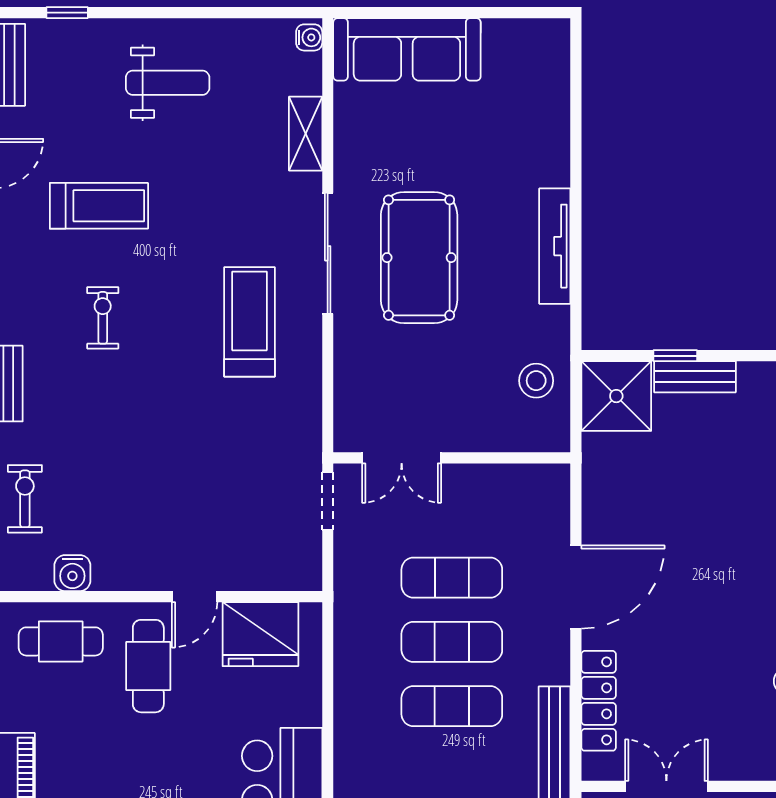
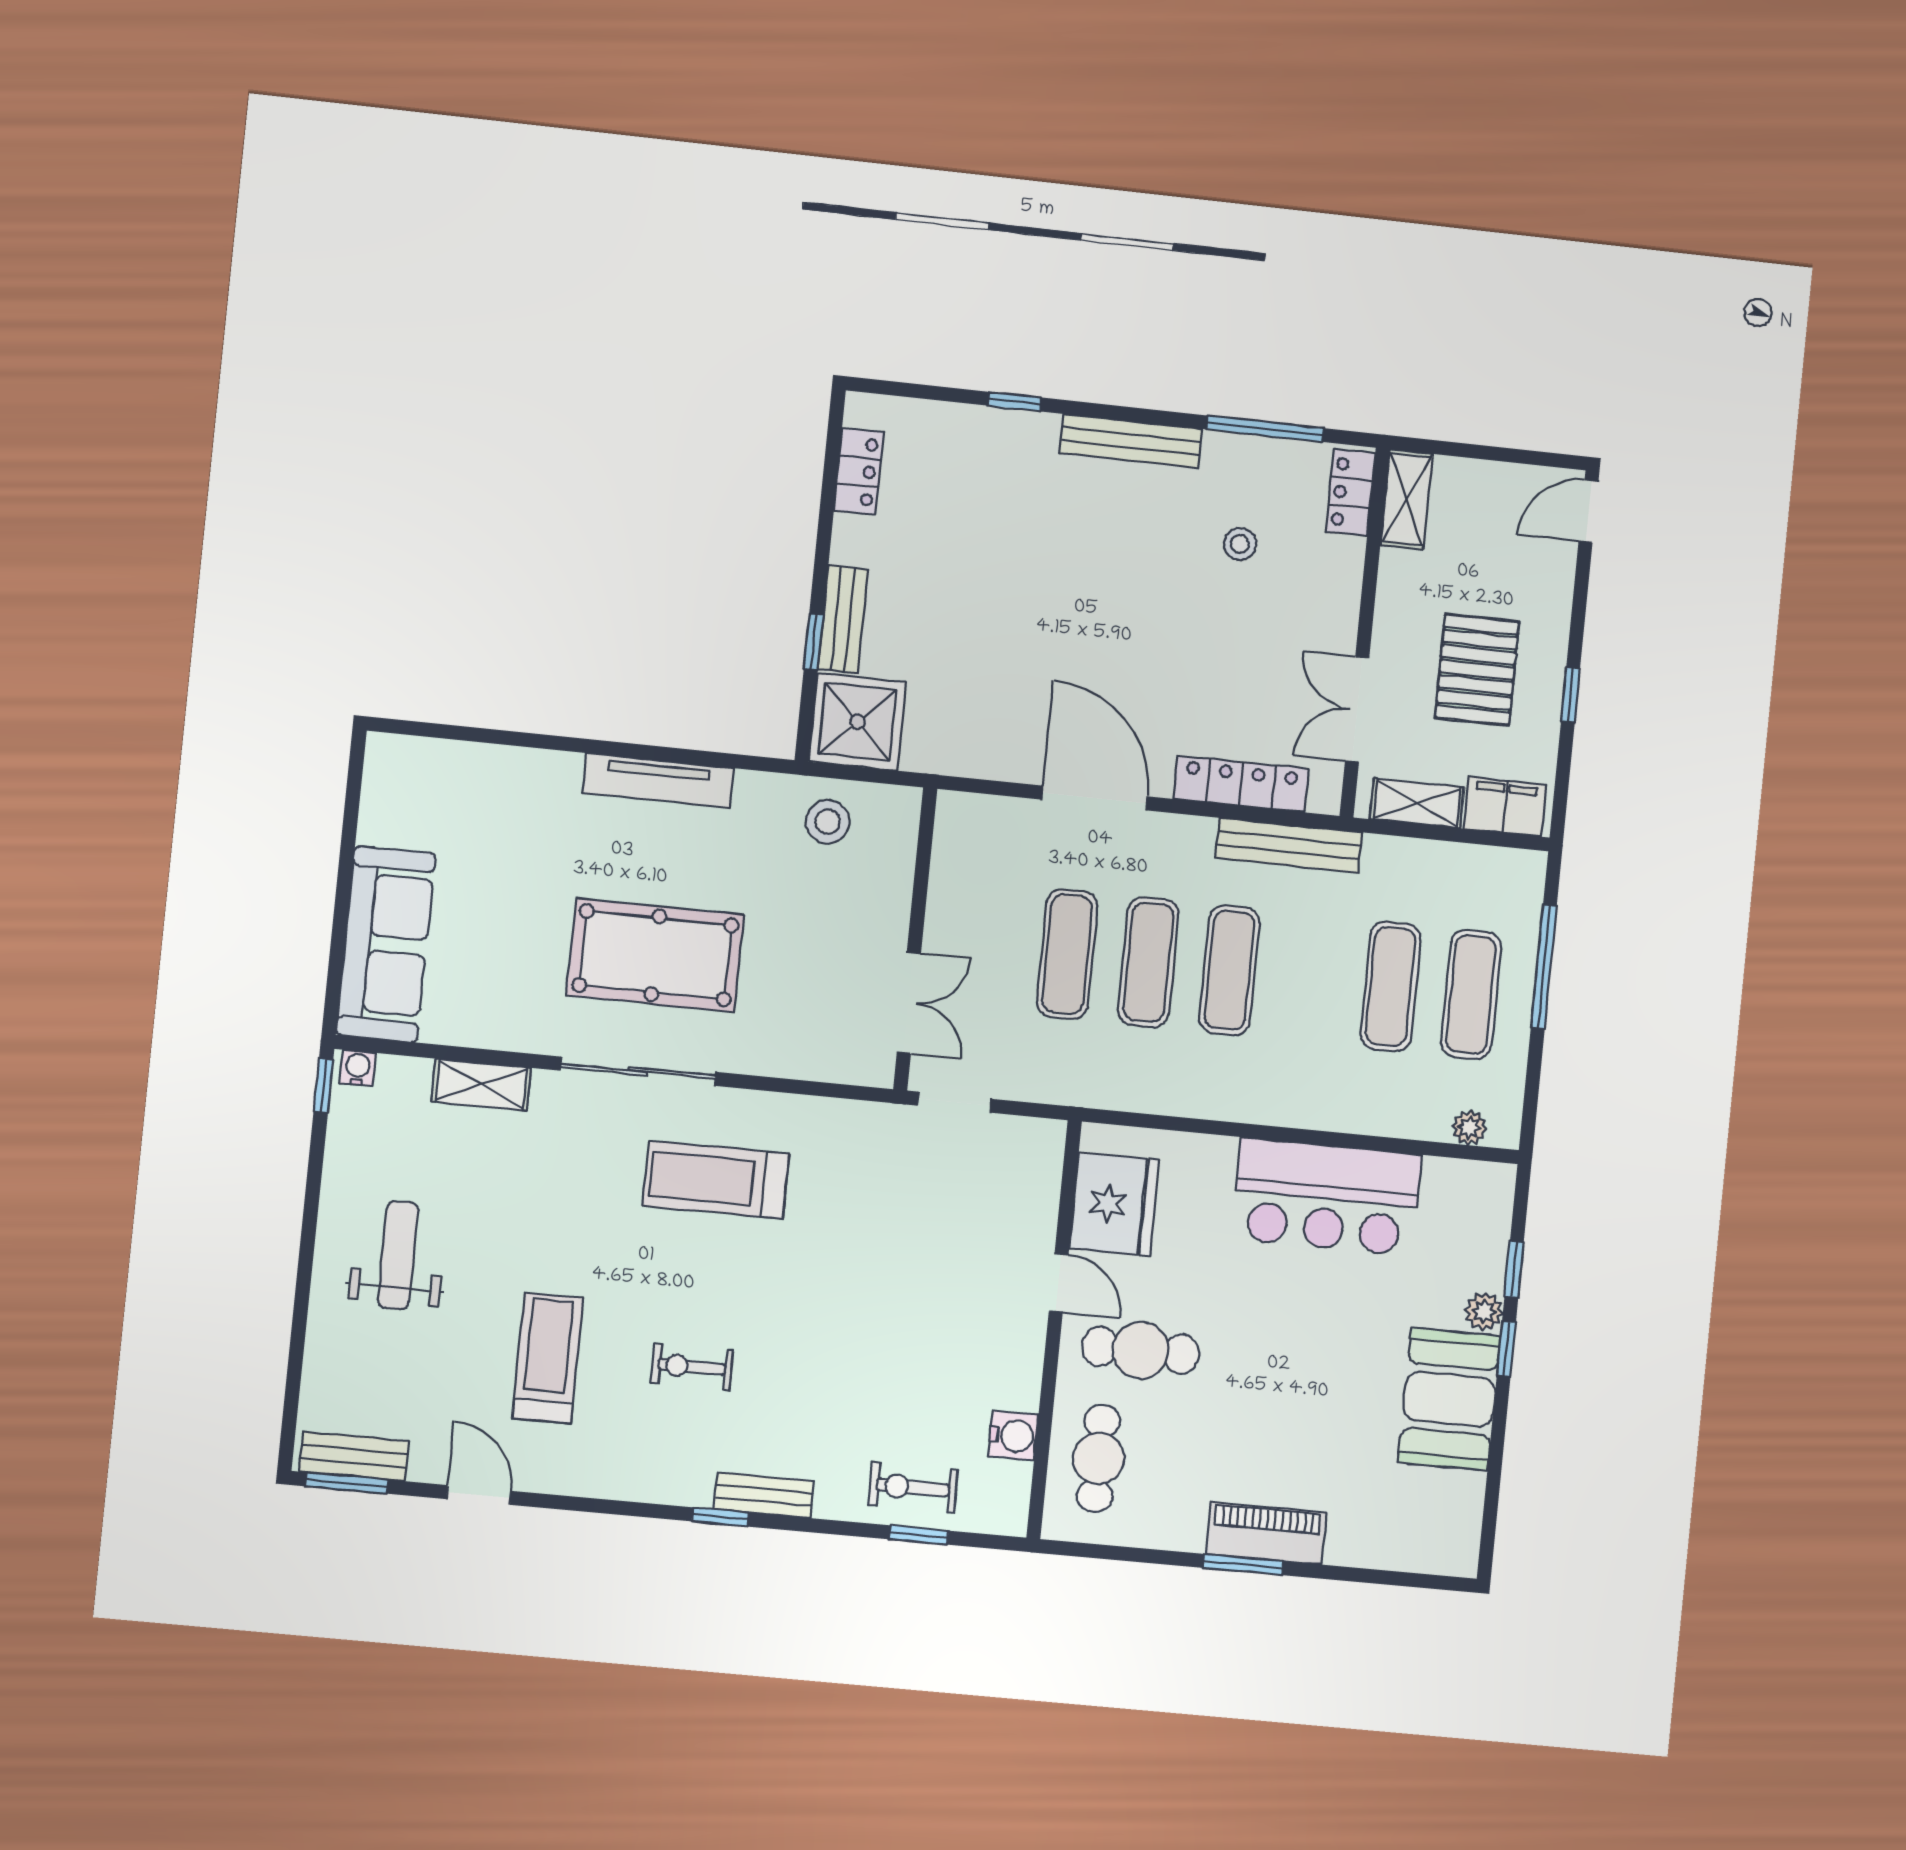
window: (67, 13) -> (323, 1086), moved

